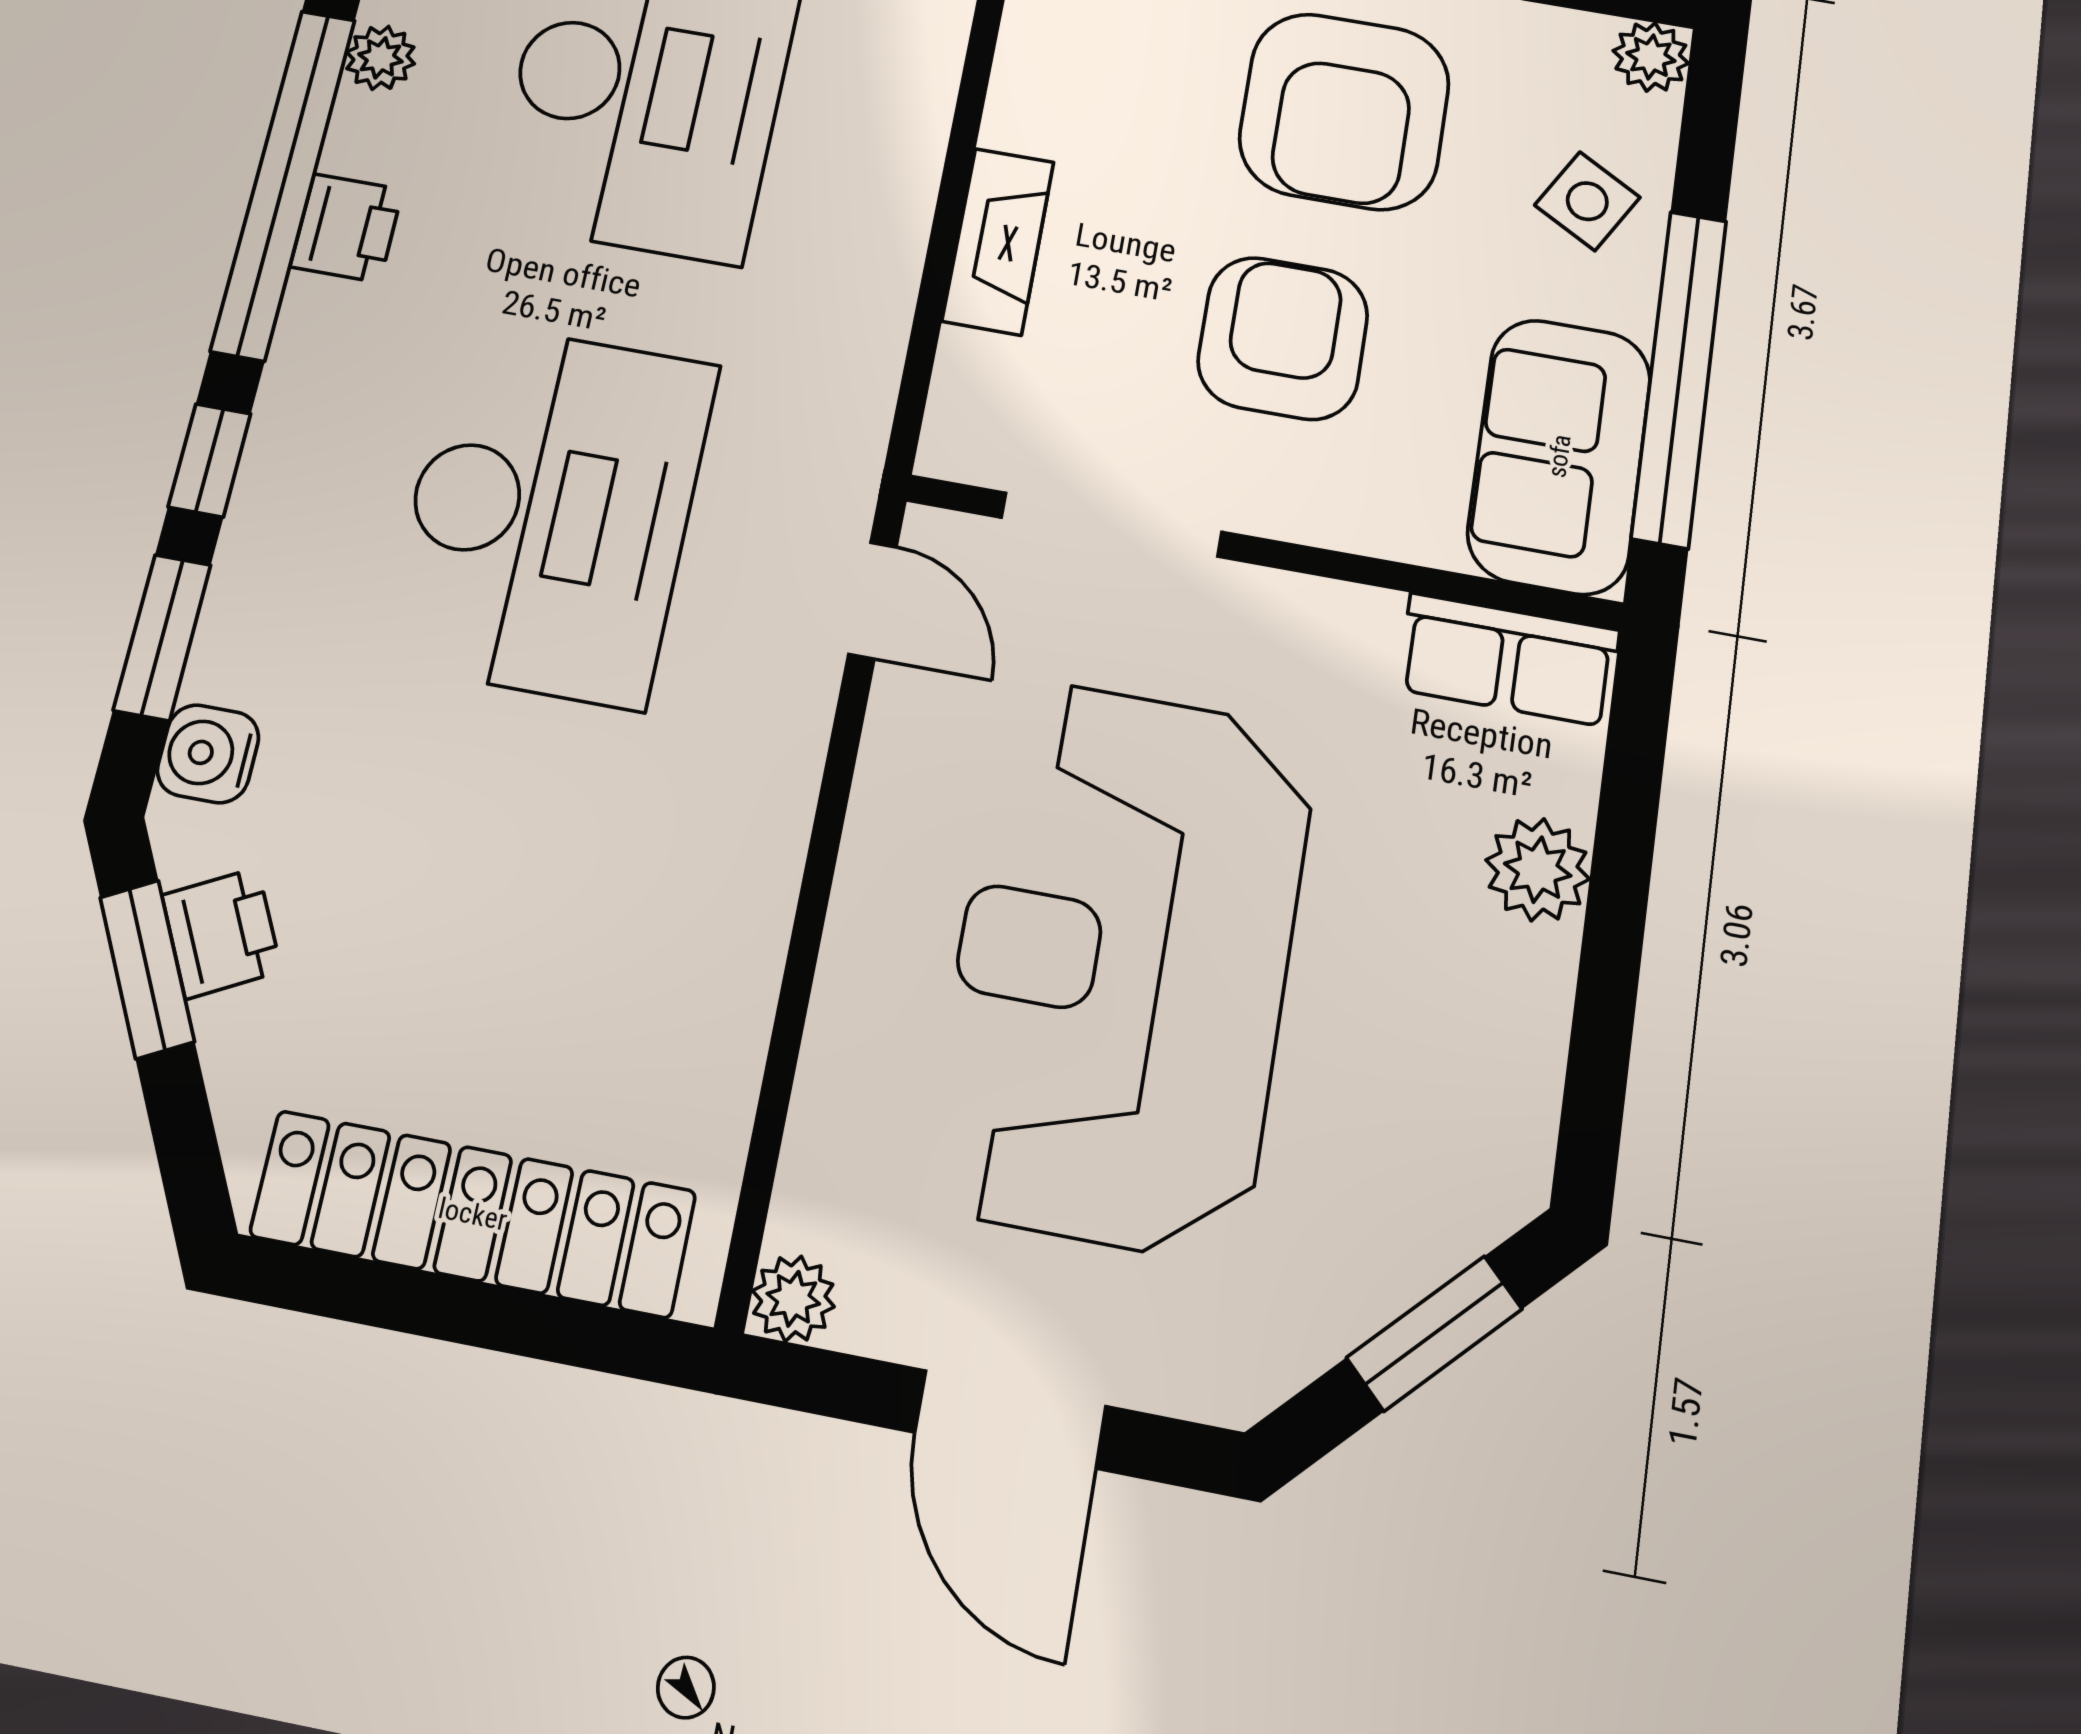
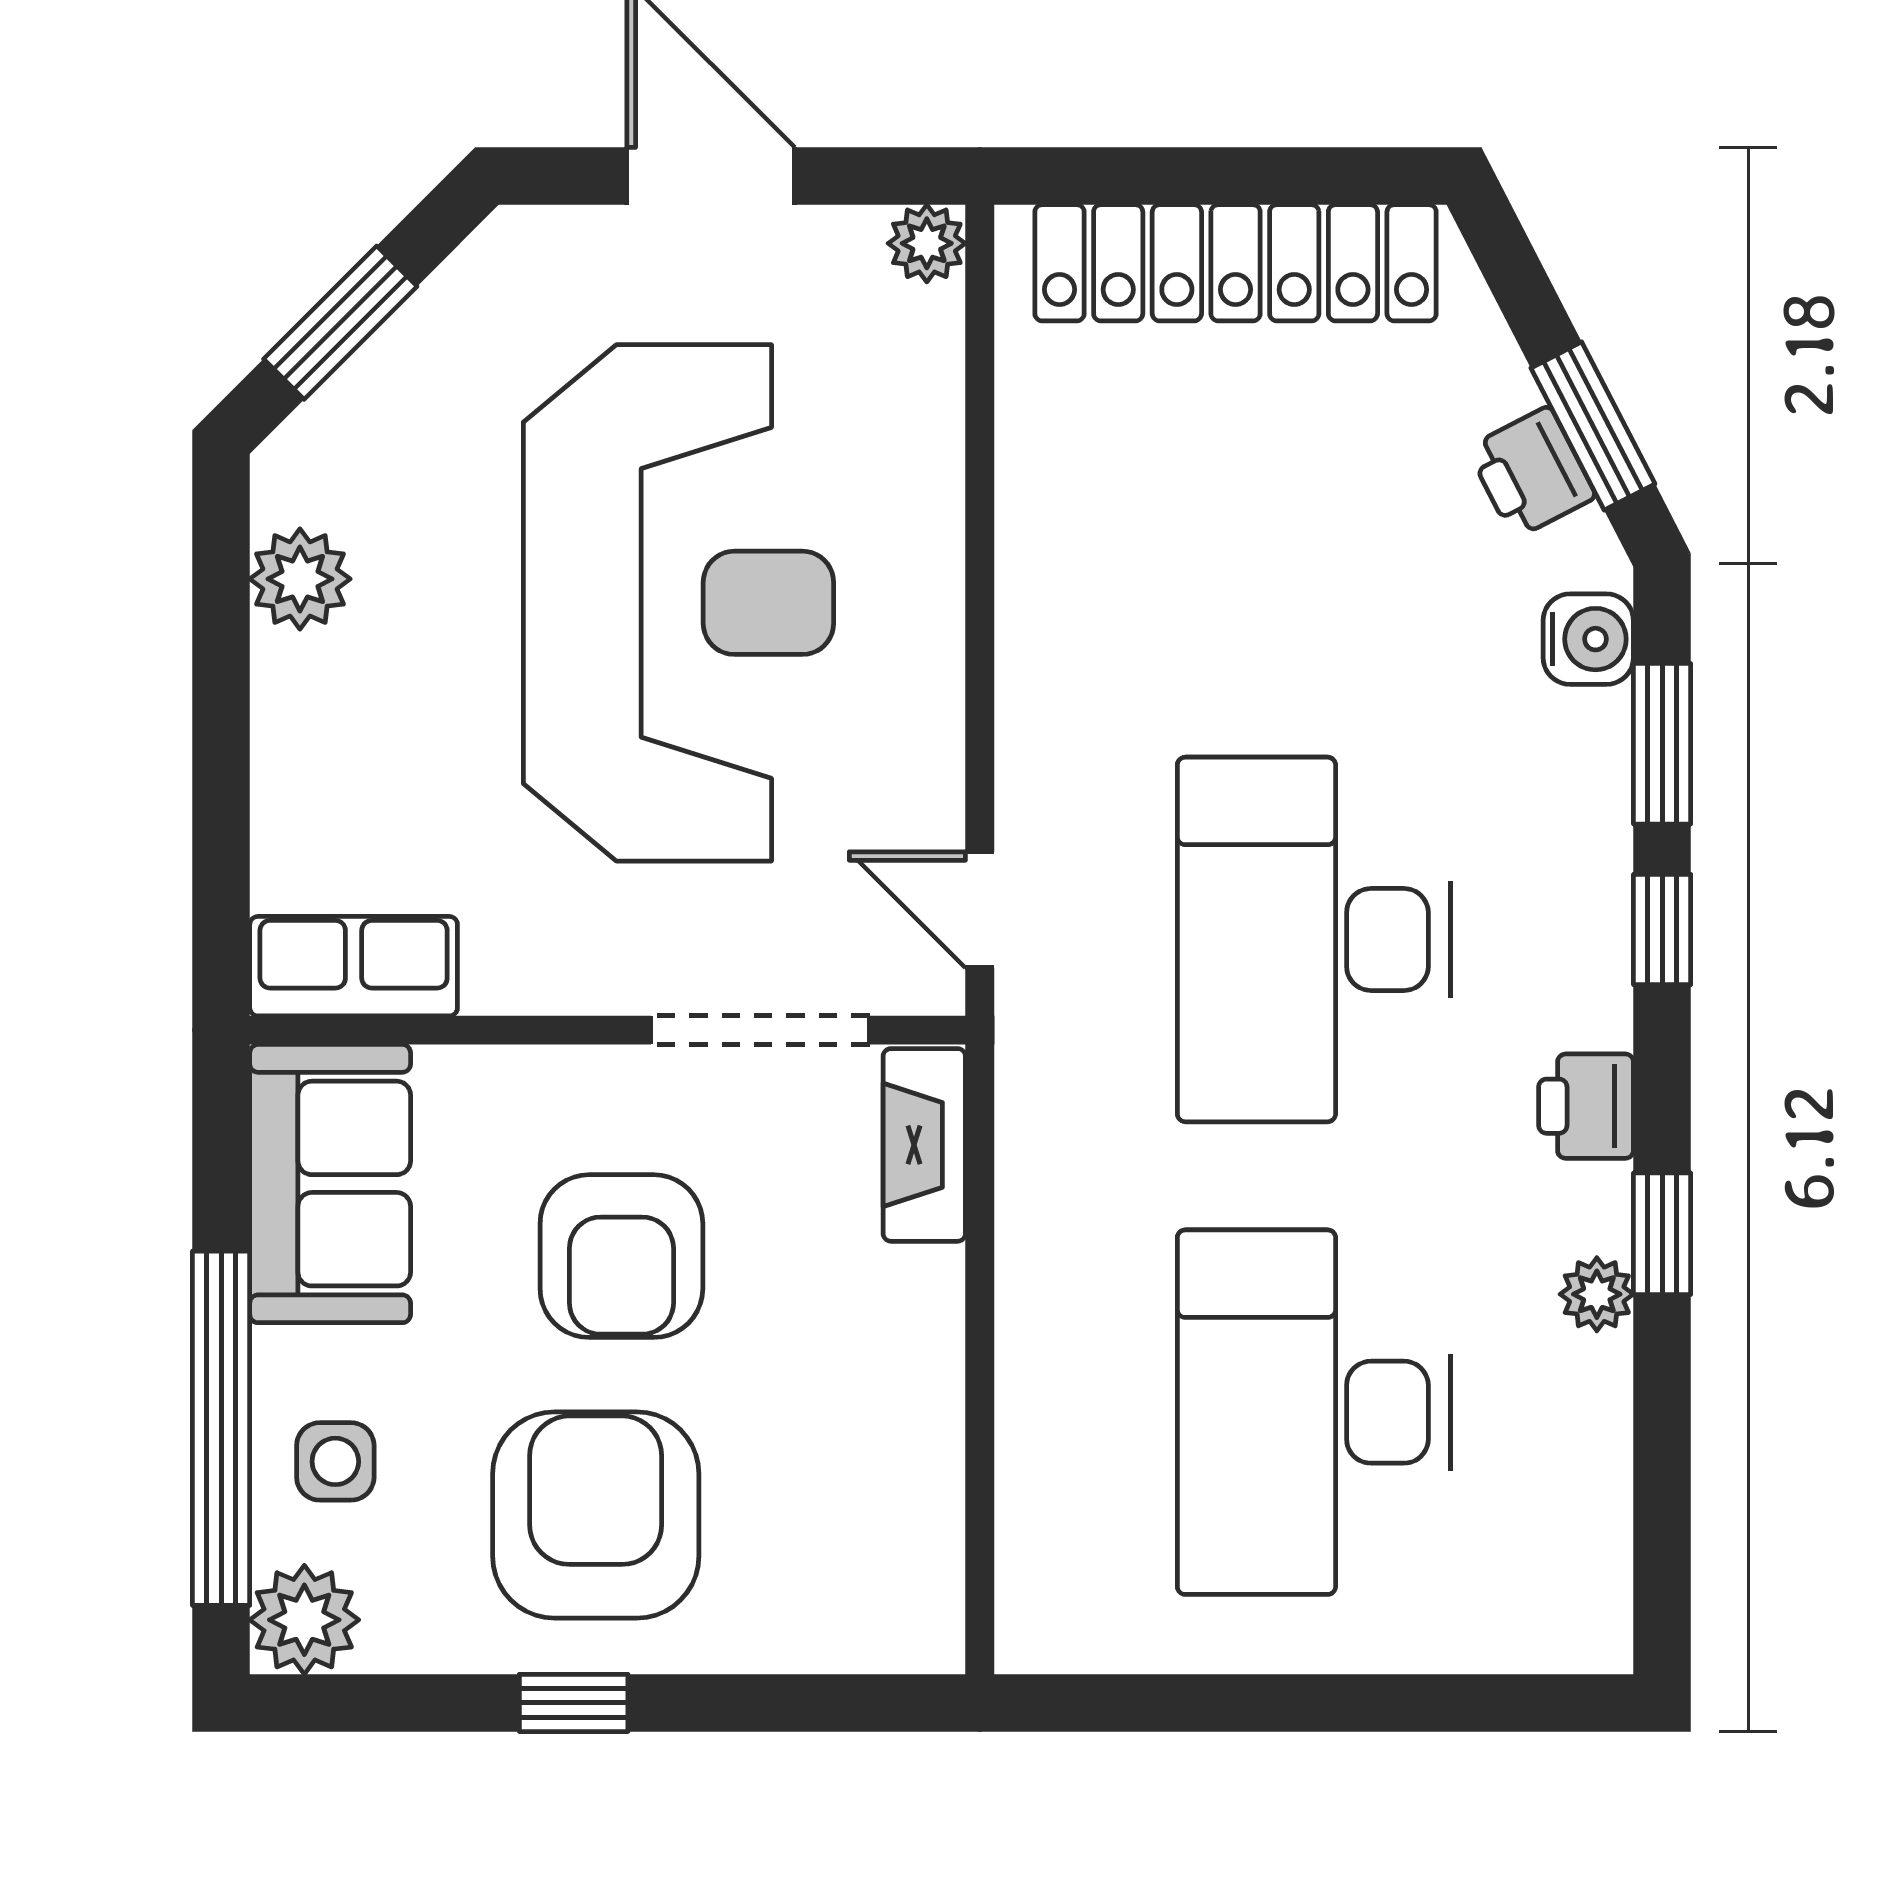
plant: (1651, 57) -> (304, 1620), width x1.38, depth x1.38
plant: (380, 58) -> (1597, 1294), moved
window: (284, 183) -> (1662, 1234), width x0.32
side table: (1587, 201) -> (335, 1461), turned -30
printer: (347, 228) -> (1586, 1106), moved
fireplace: (998, 241) -> (924, 1145), moved
window: (1679, 378) -> (221, 1428), moved
plant: (1538, 870) -> (300, 579), moved

